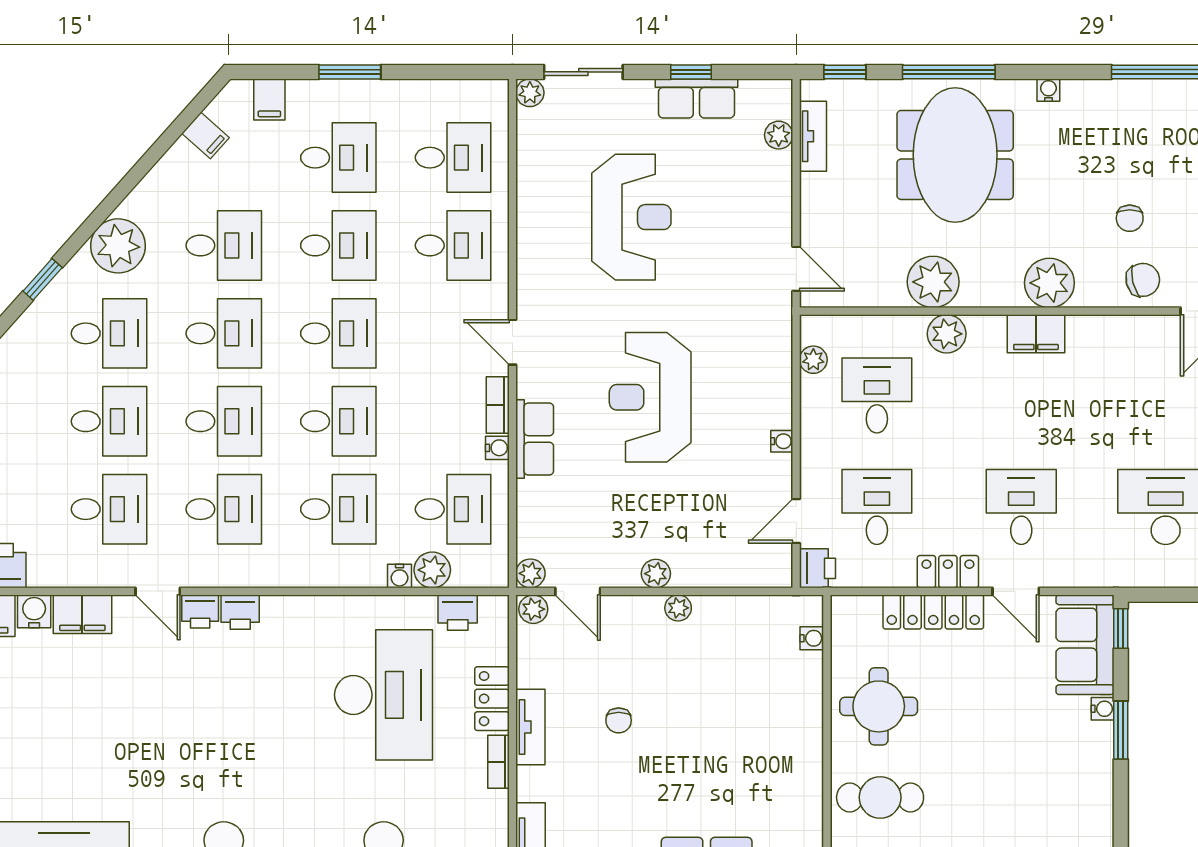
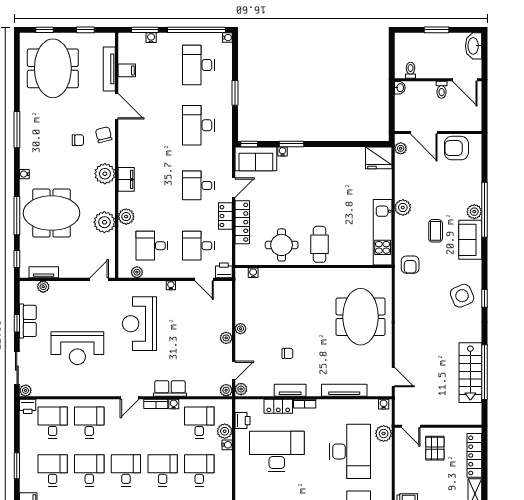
printer: (492, 98) -> (28, 406), added
reception desk: (631, 217) -> (77, 348), turned 180
reception desk: (650, 397) -> (139, 324), moved, turned 90

